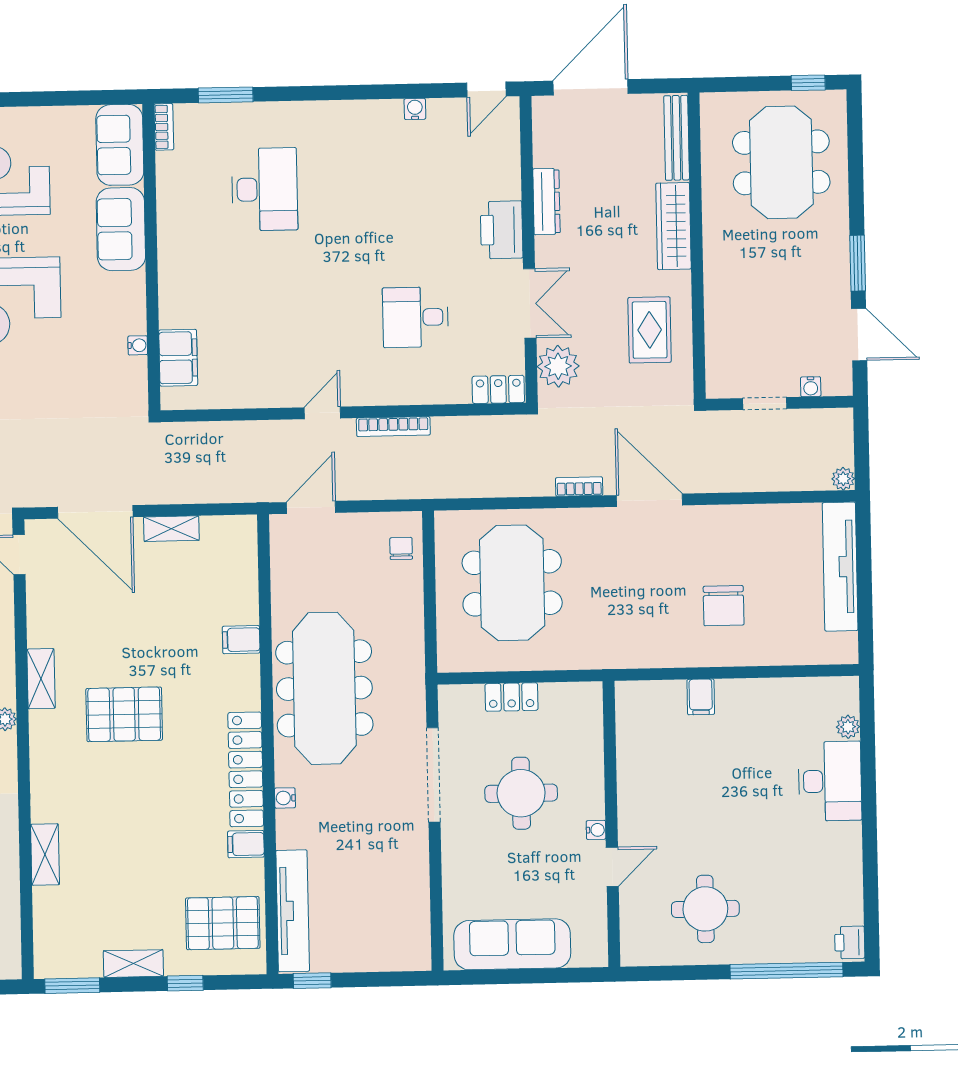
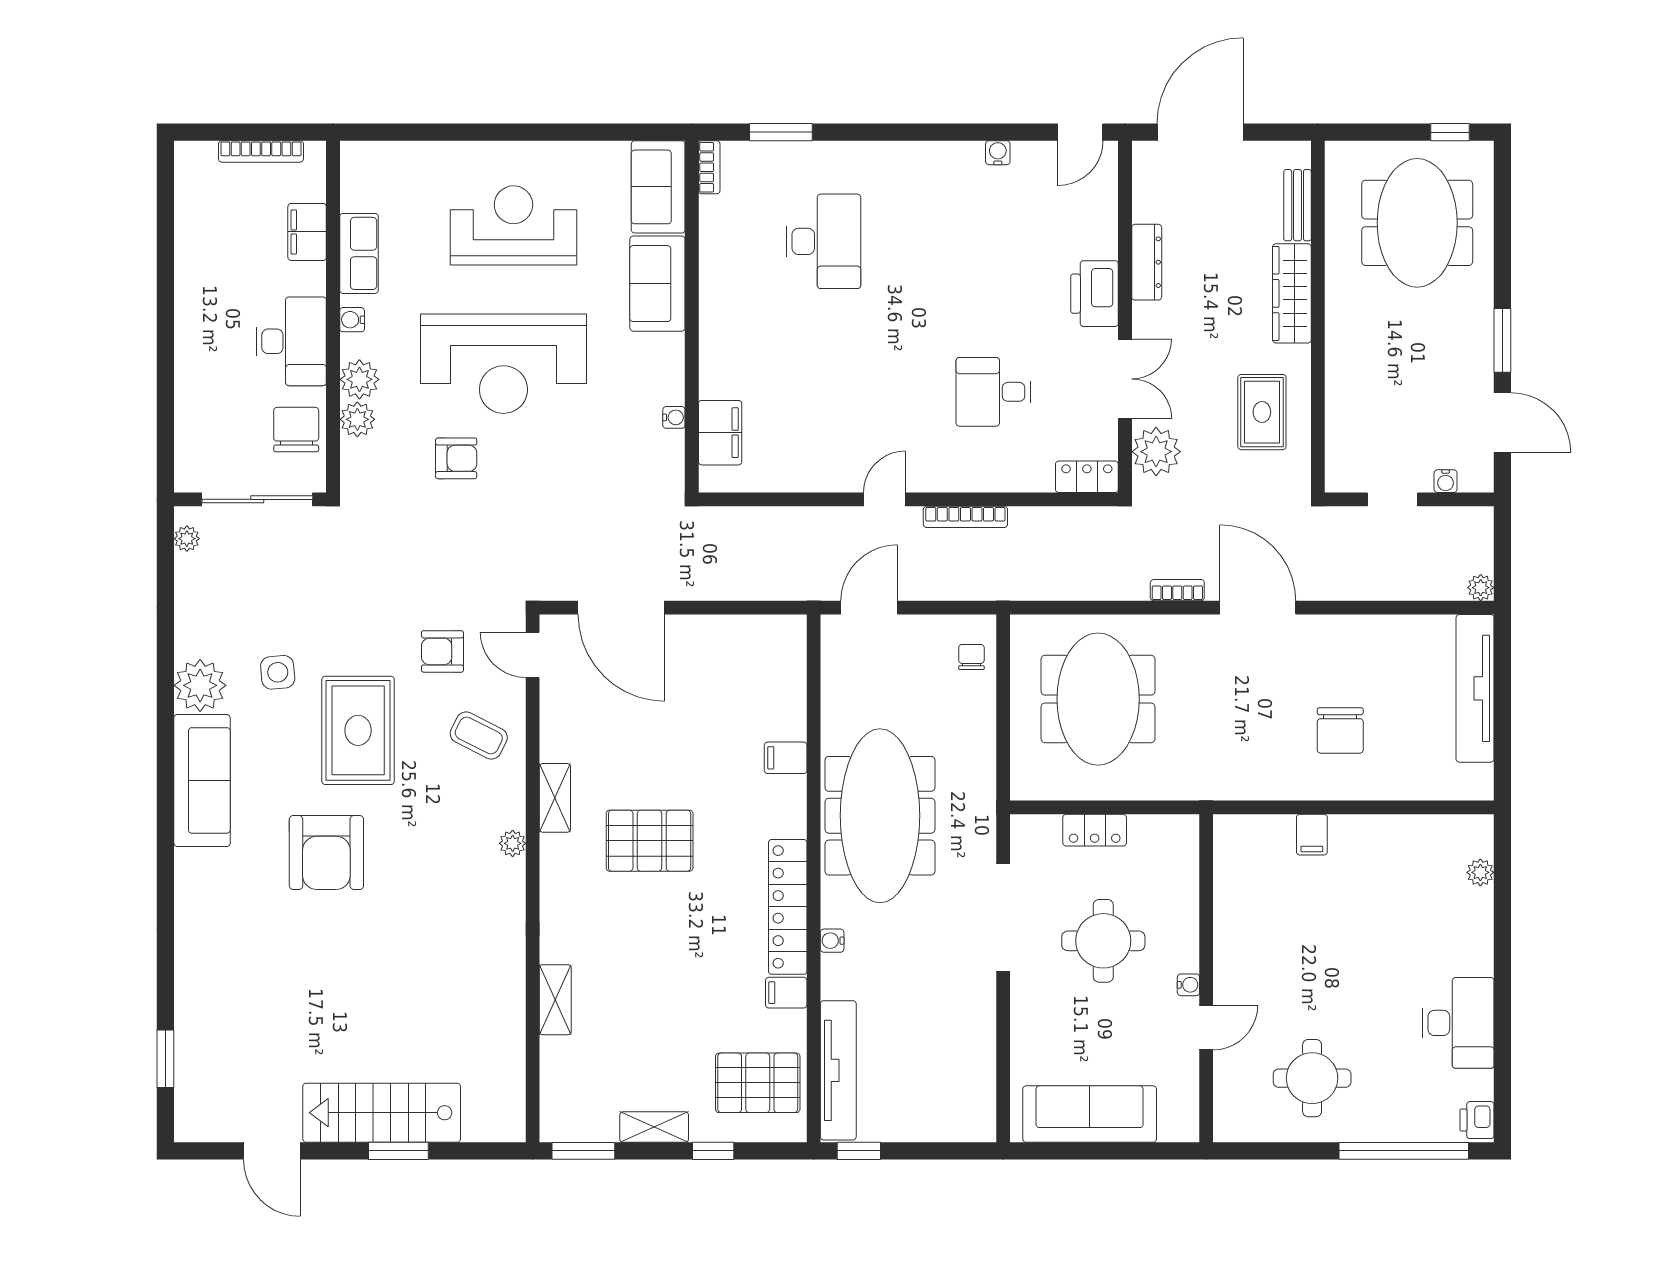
bench: (677, 138) -> (1298, 205), width x0.73
shelving: (171, 529) -> (708, 629), removed
desk: (830, 781) -> (1458, 1023), moved

